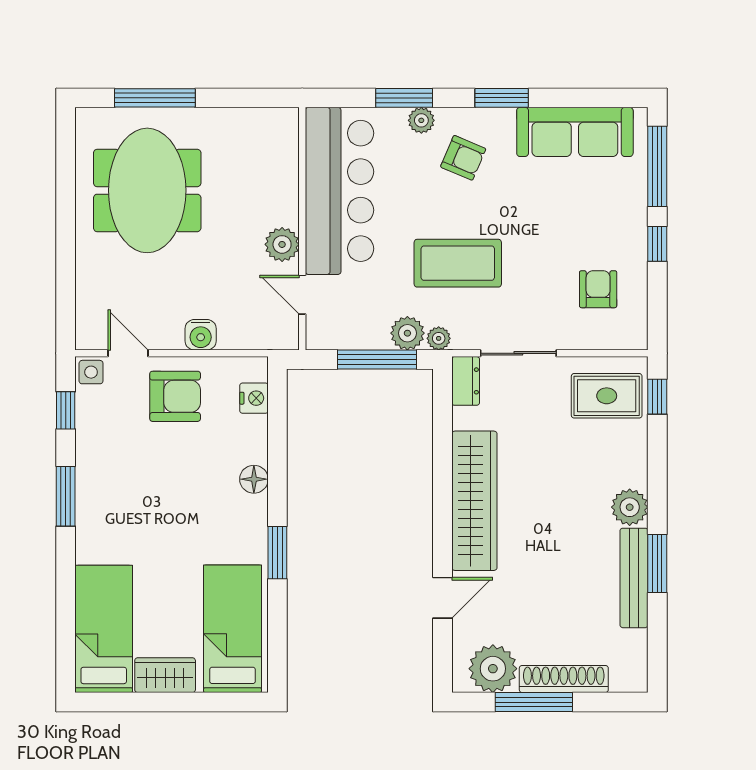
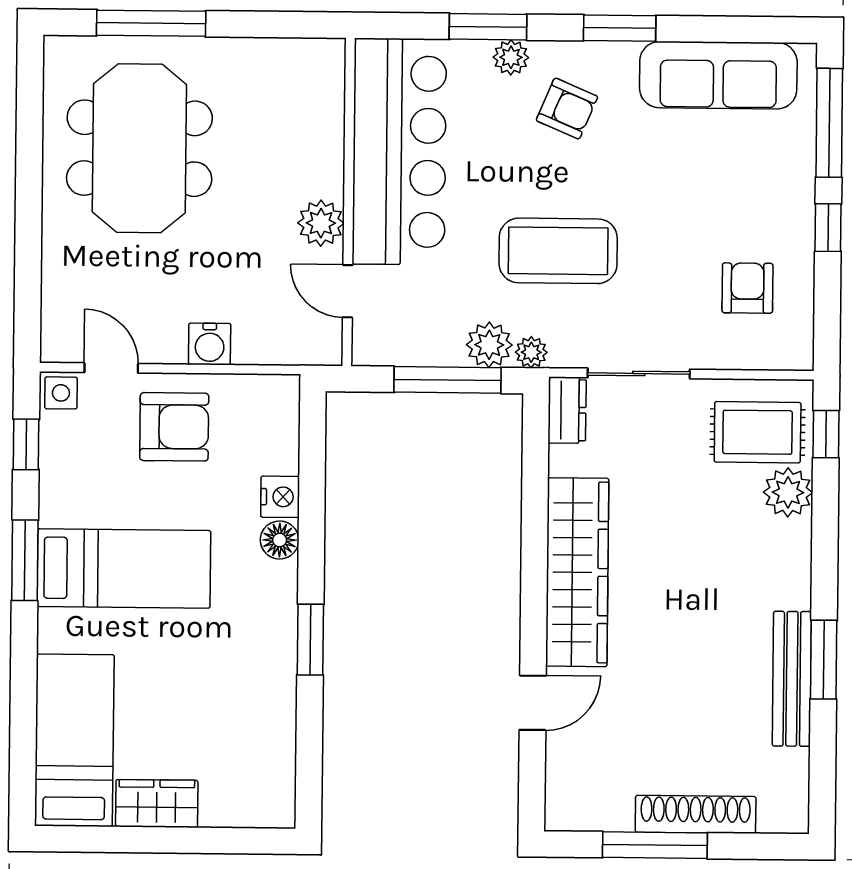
nightstand: (254, 398) -> (280, 497), moved
plant: (630, 507) -> (788, 492), moved
bed: (233, 629) -> (124, 568), moved, turned 90
plant: (493, 669) -> (600, 799), removed

